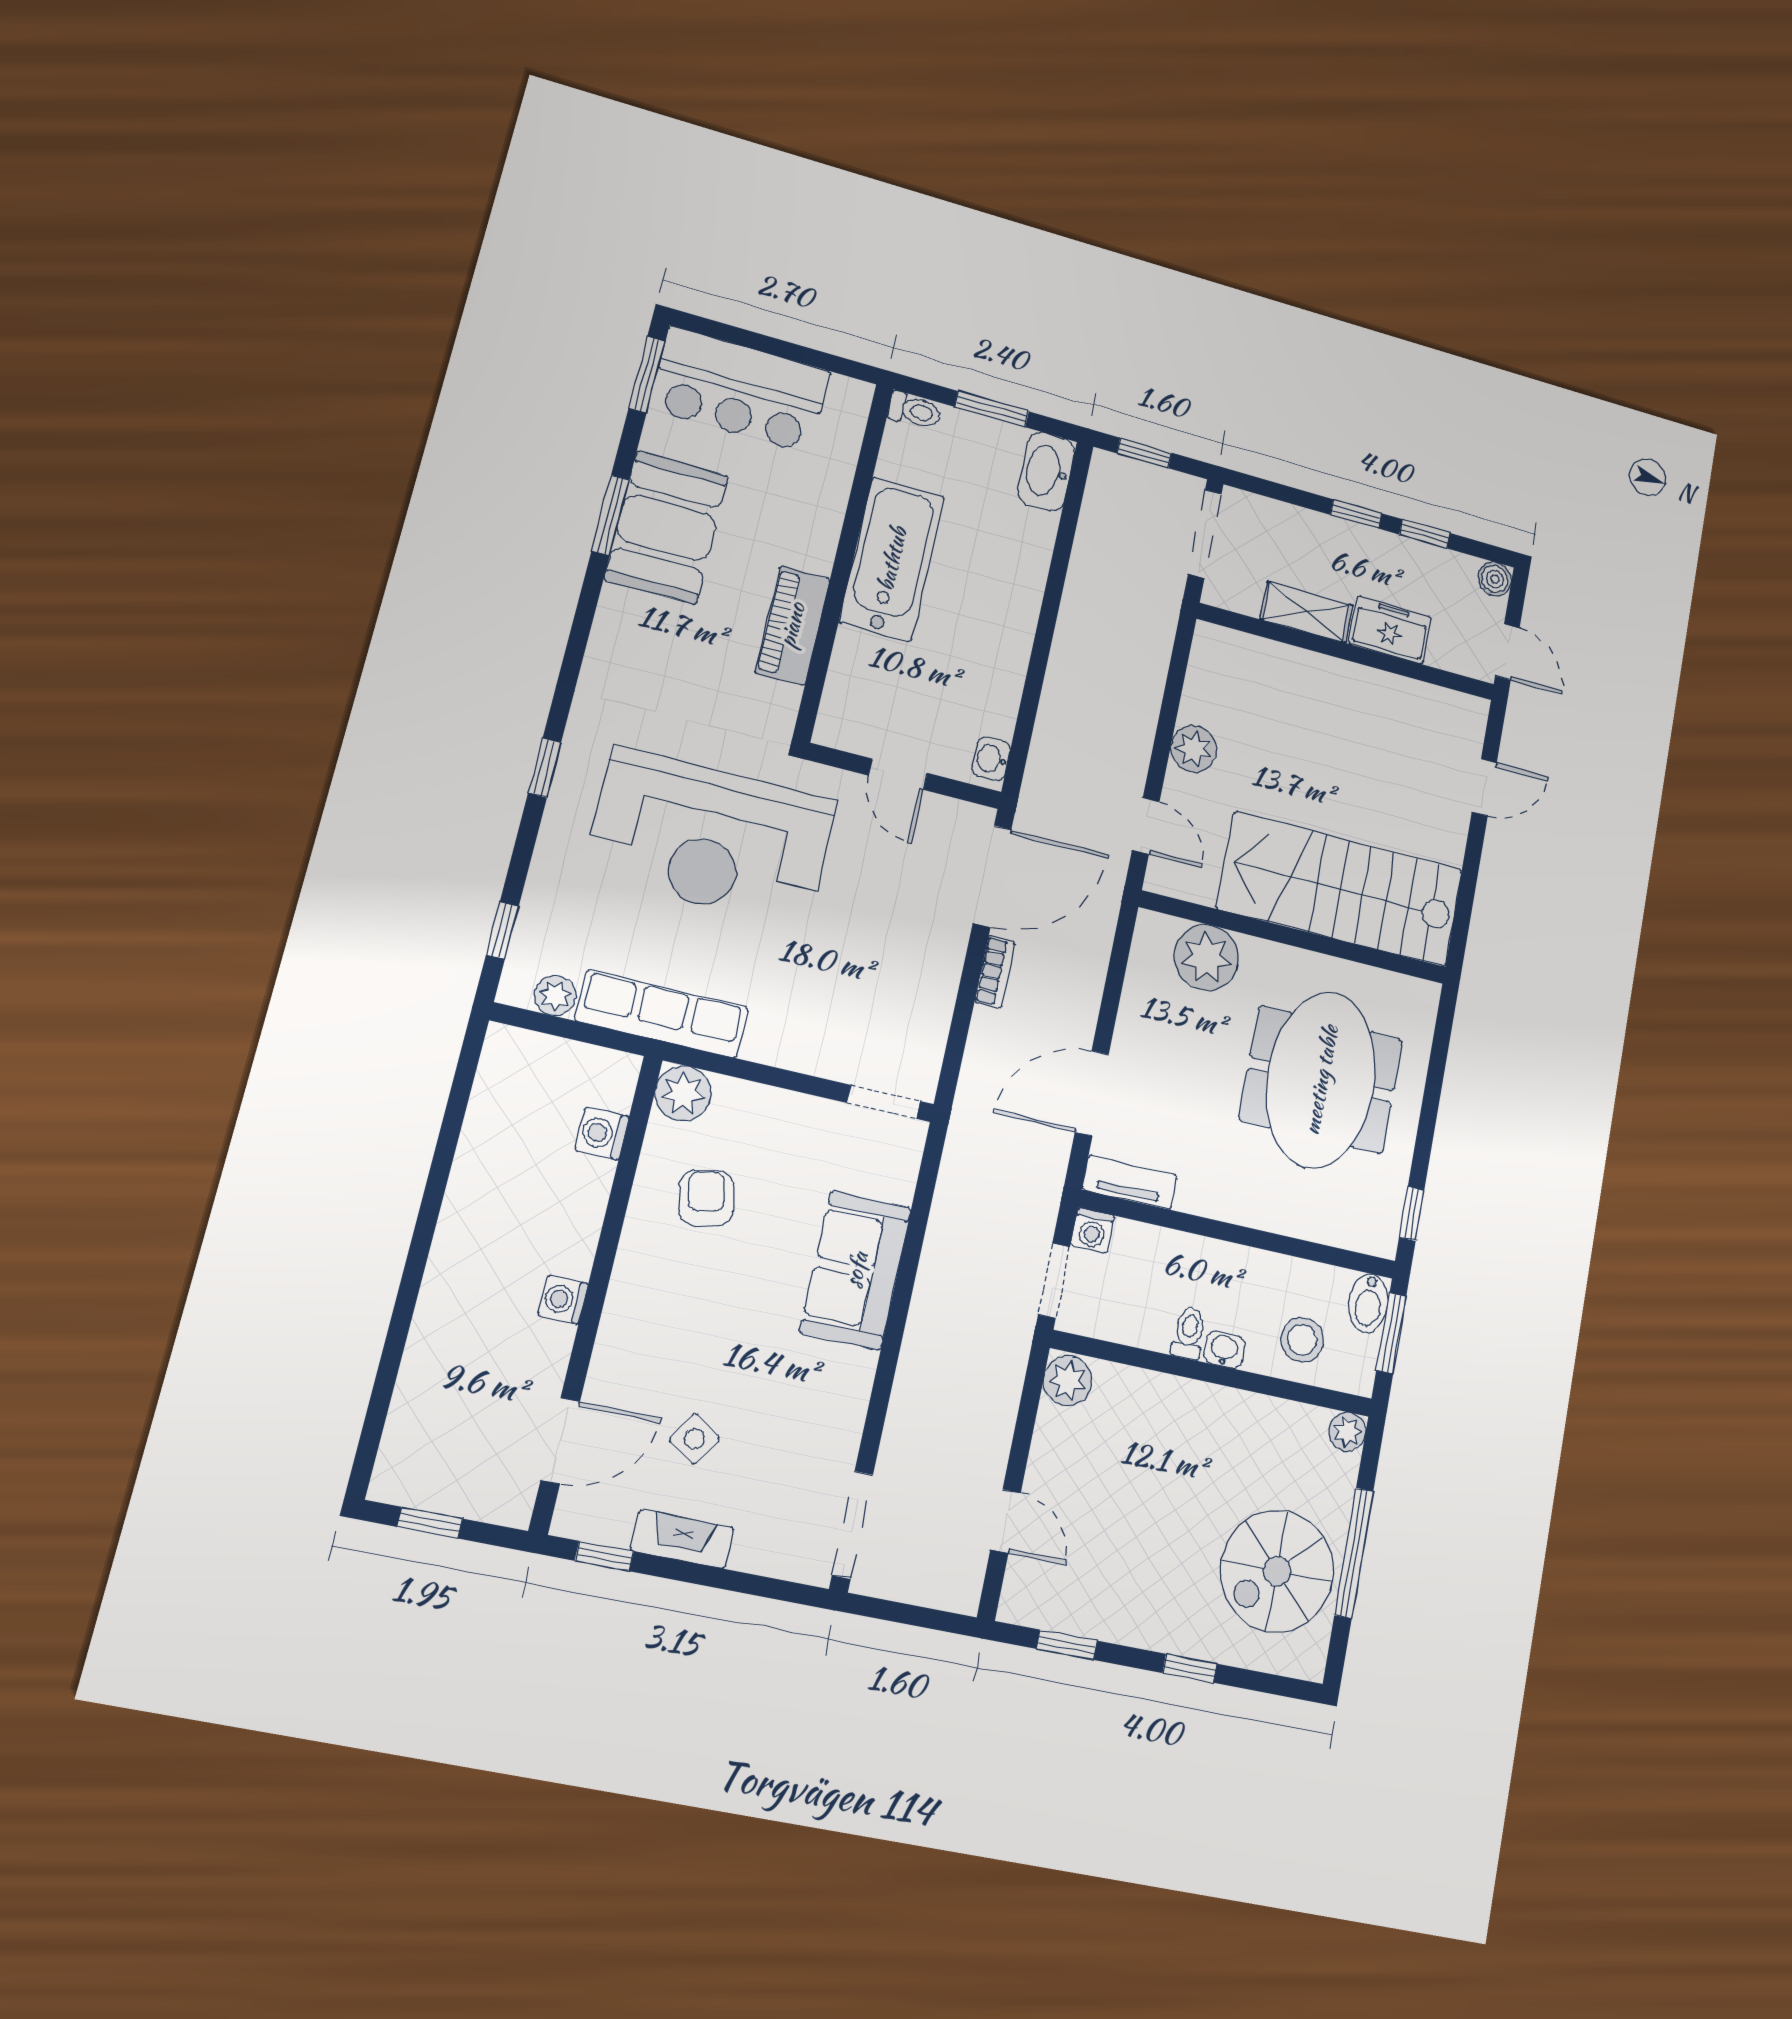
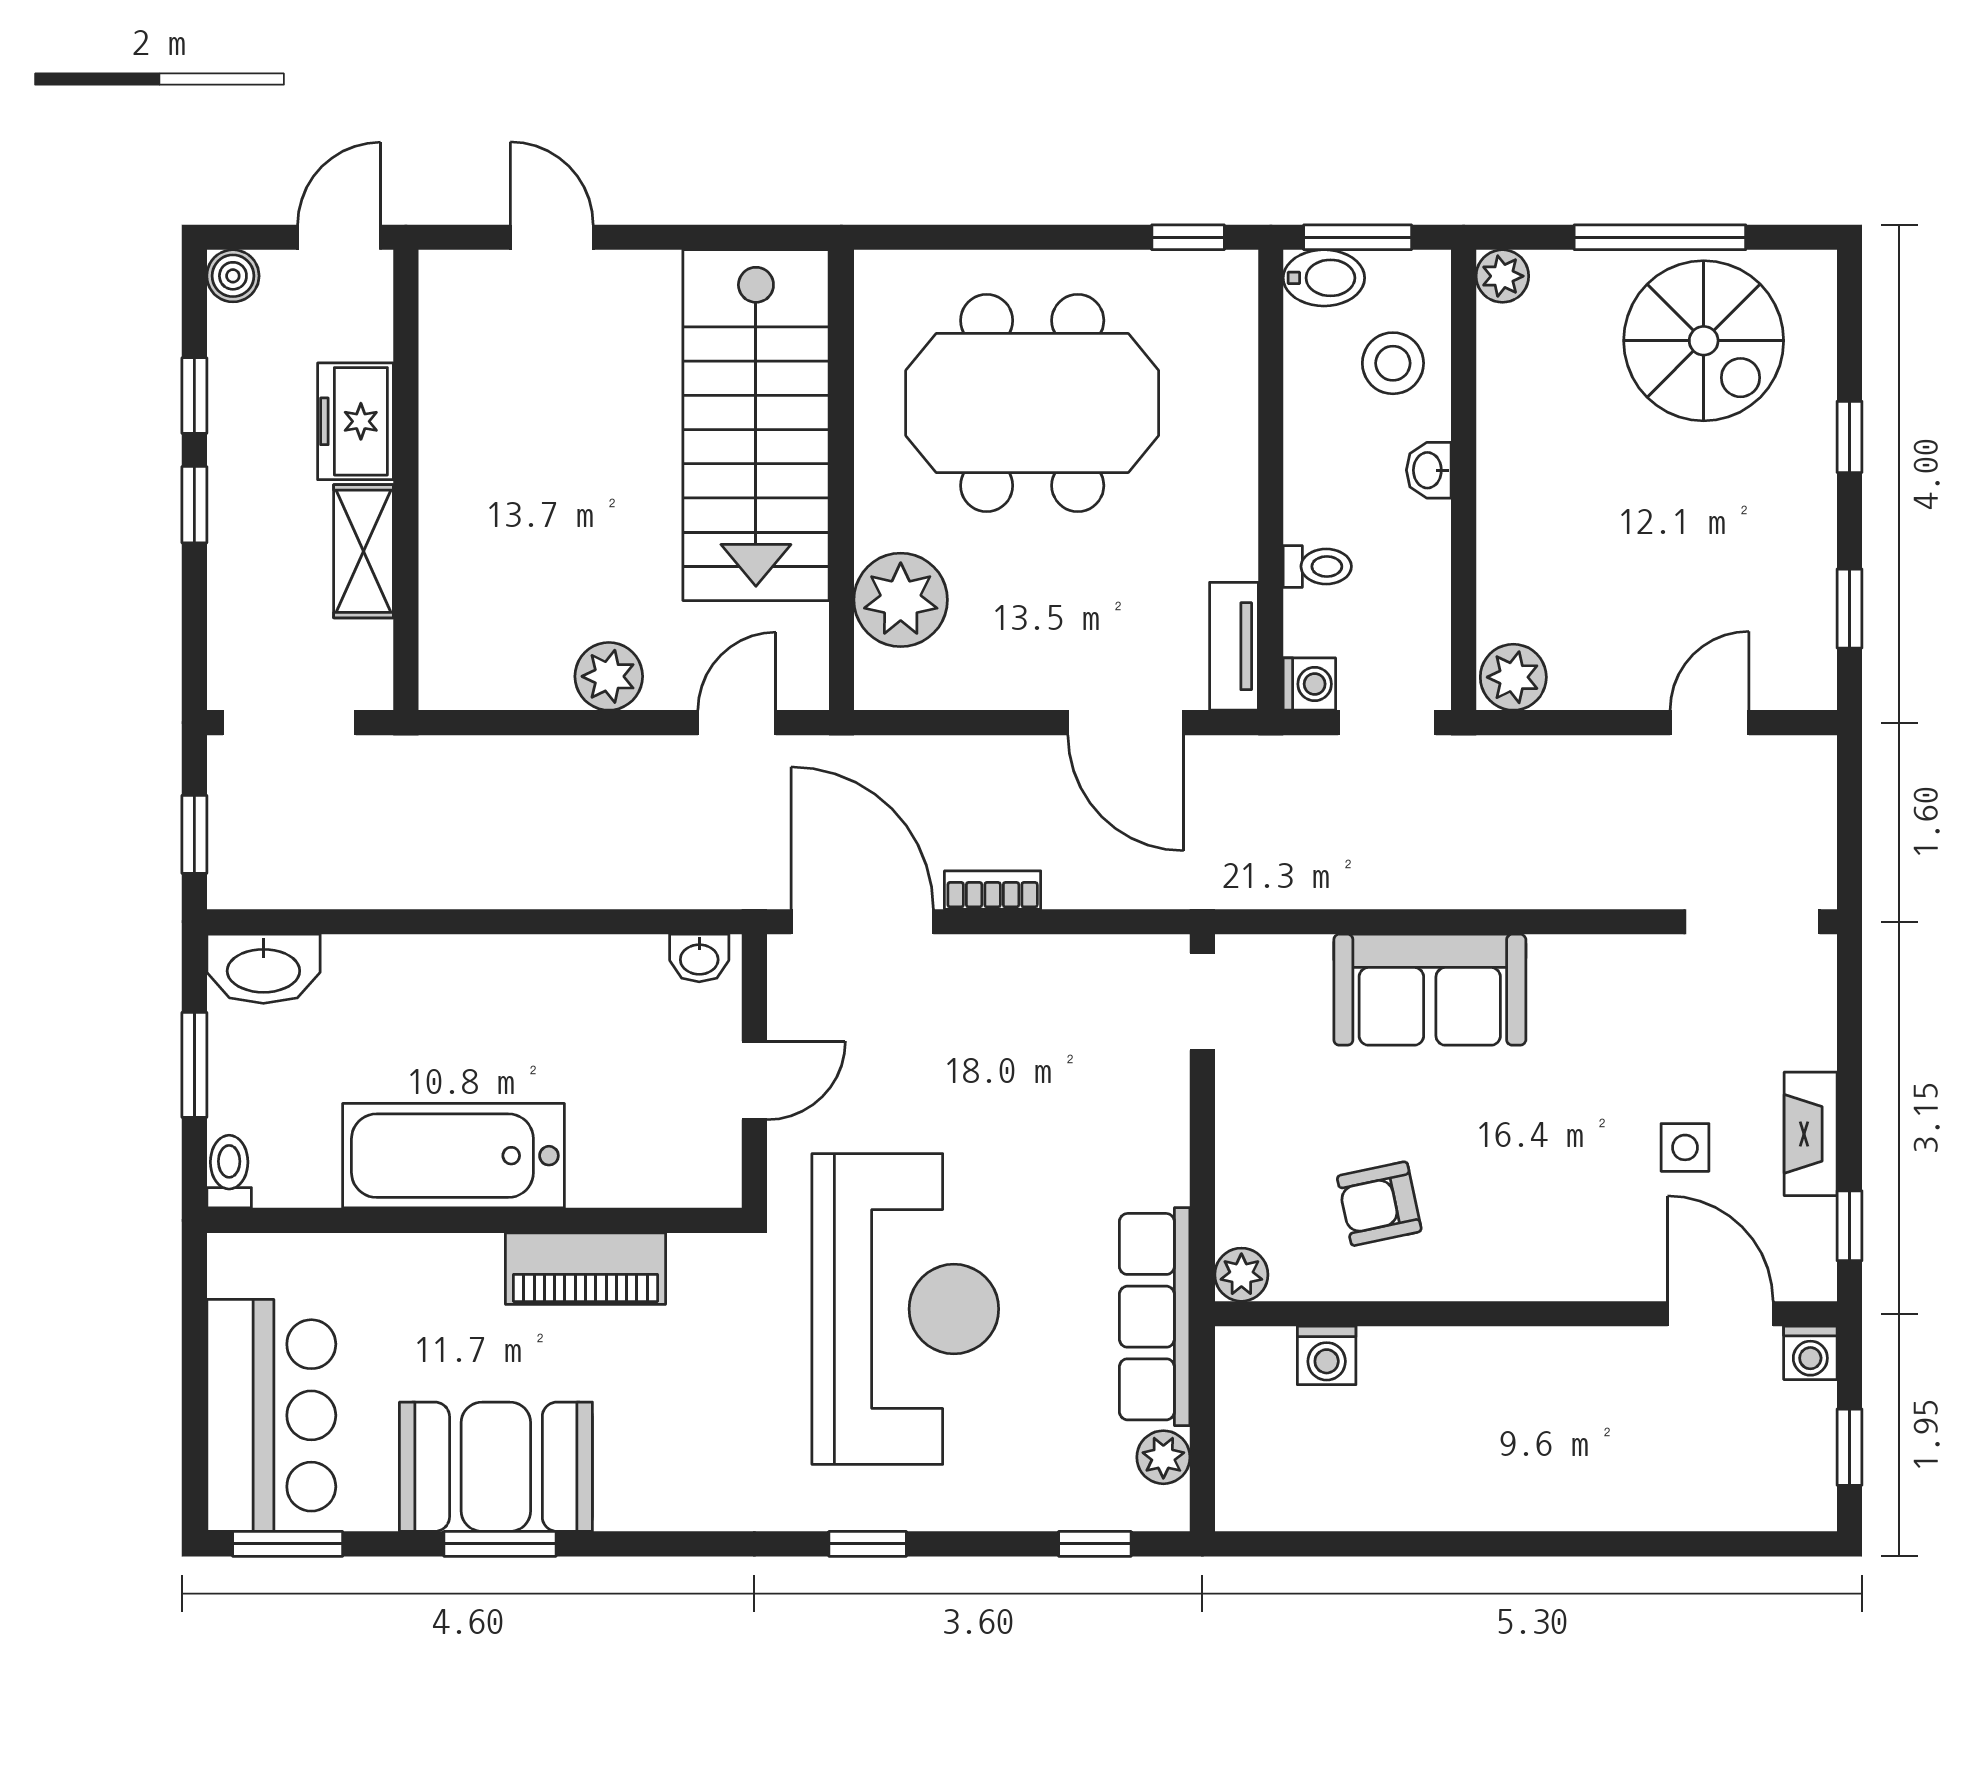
plant: (683, 1093) -> (1241, 1275), width x0.73, depth x0.73
washing machine: (563, 1300) -> (1810, 1353), moved
toilet: (1189, 1333) -> (1317, 566), moved, turned 180
side table: (694, 1439) -> (1685, 1147), turned -32

